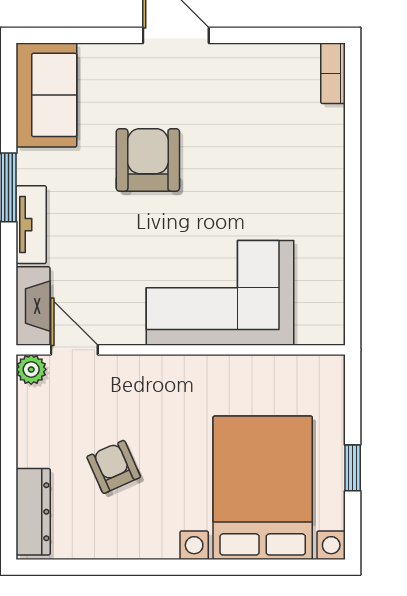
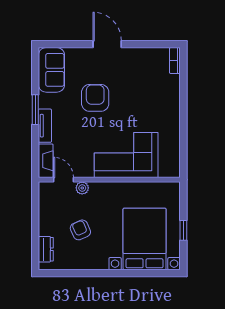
plant: (31, 369) -> (82, 188), moved
dresser: (33, 512) -> (46, 249), width x0.70

